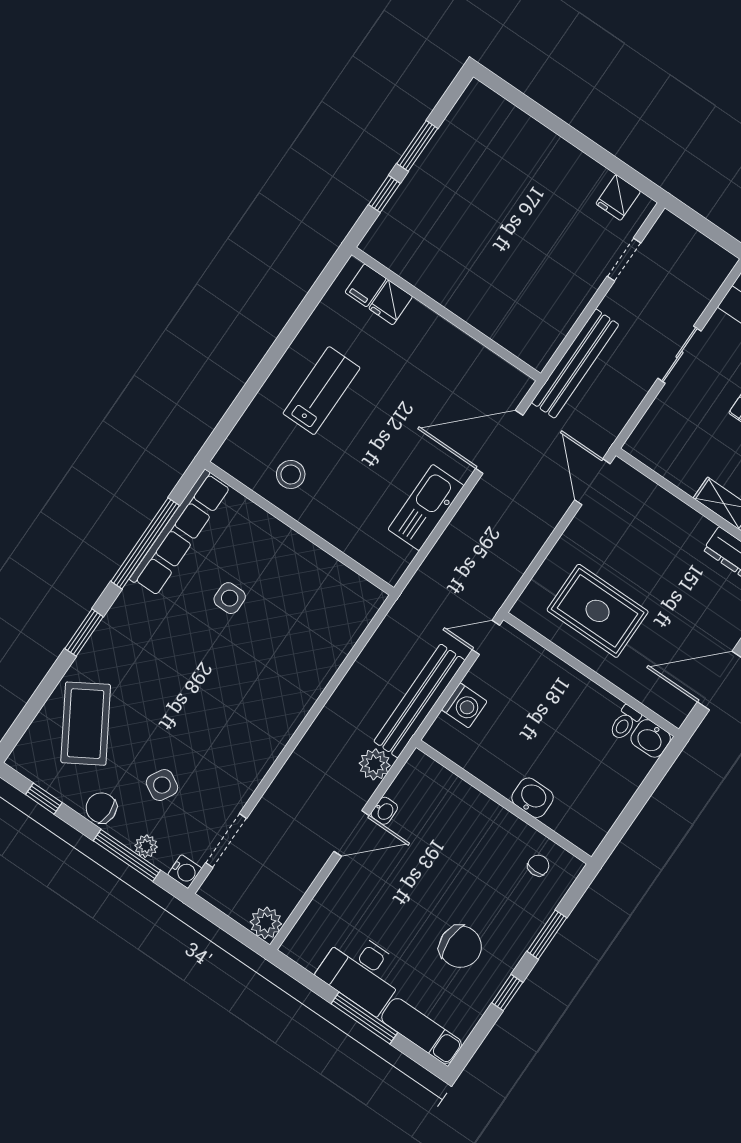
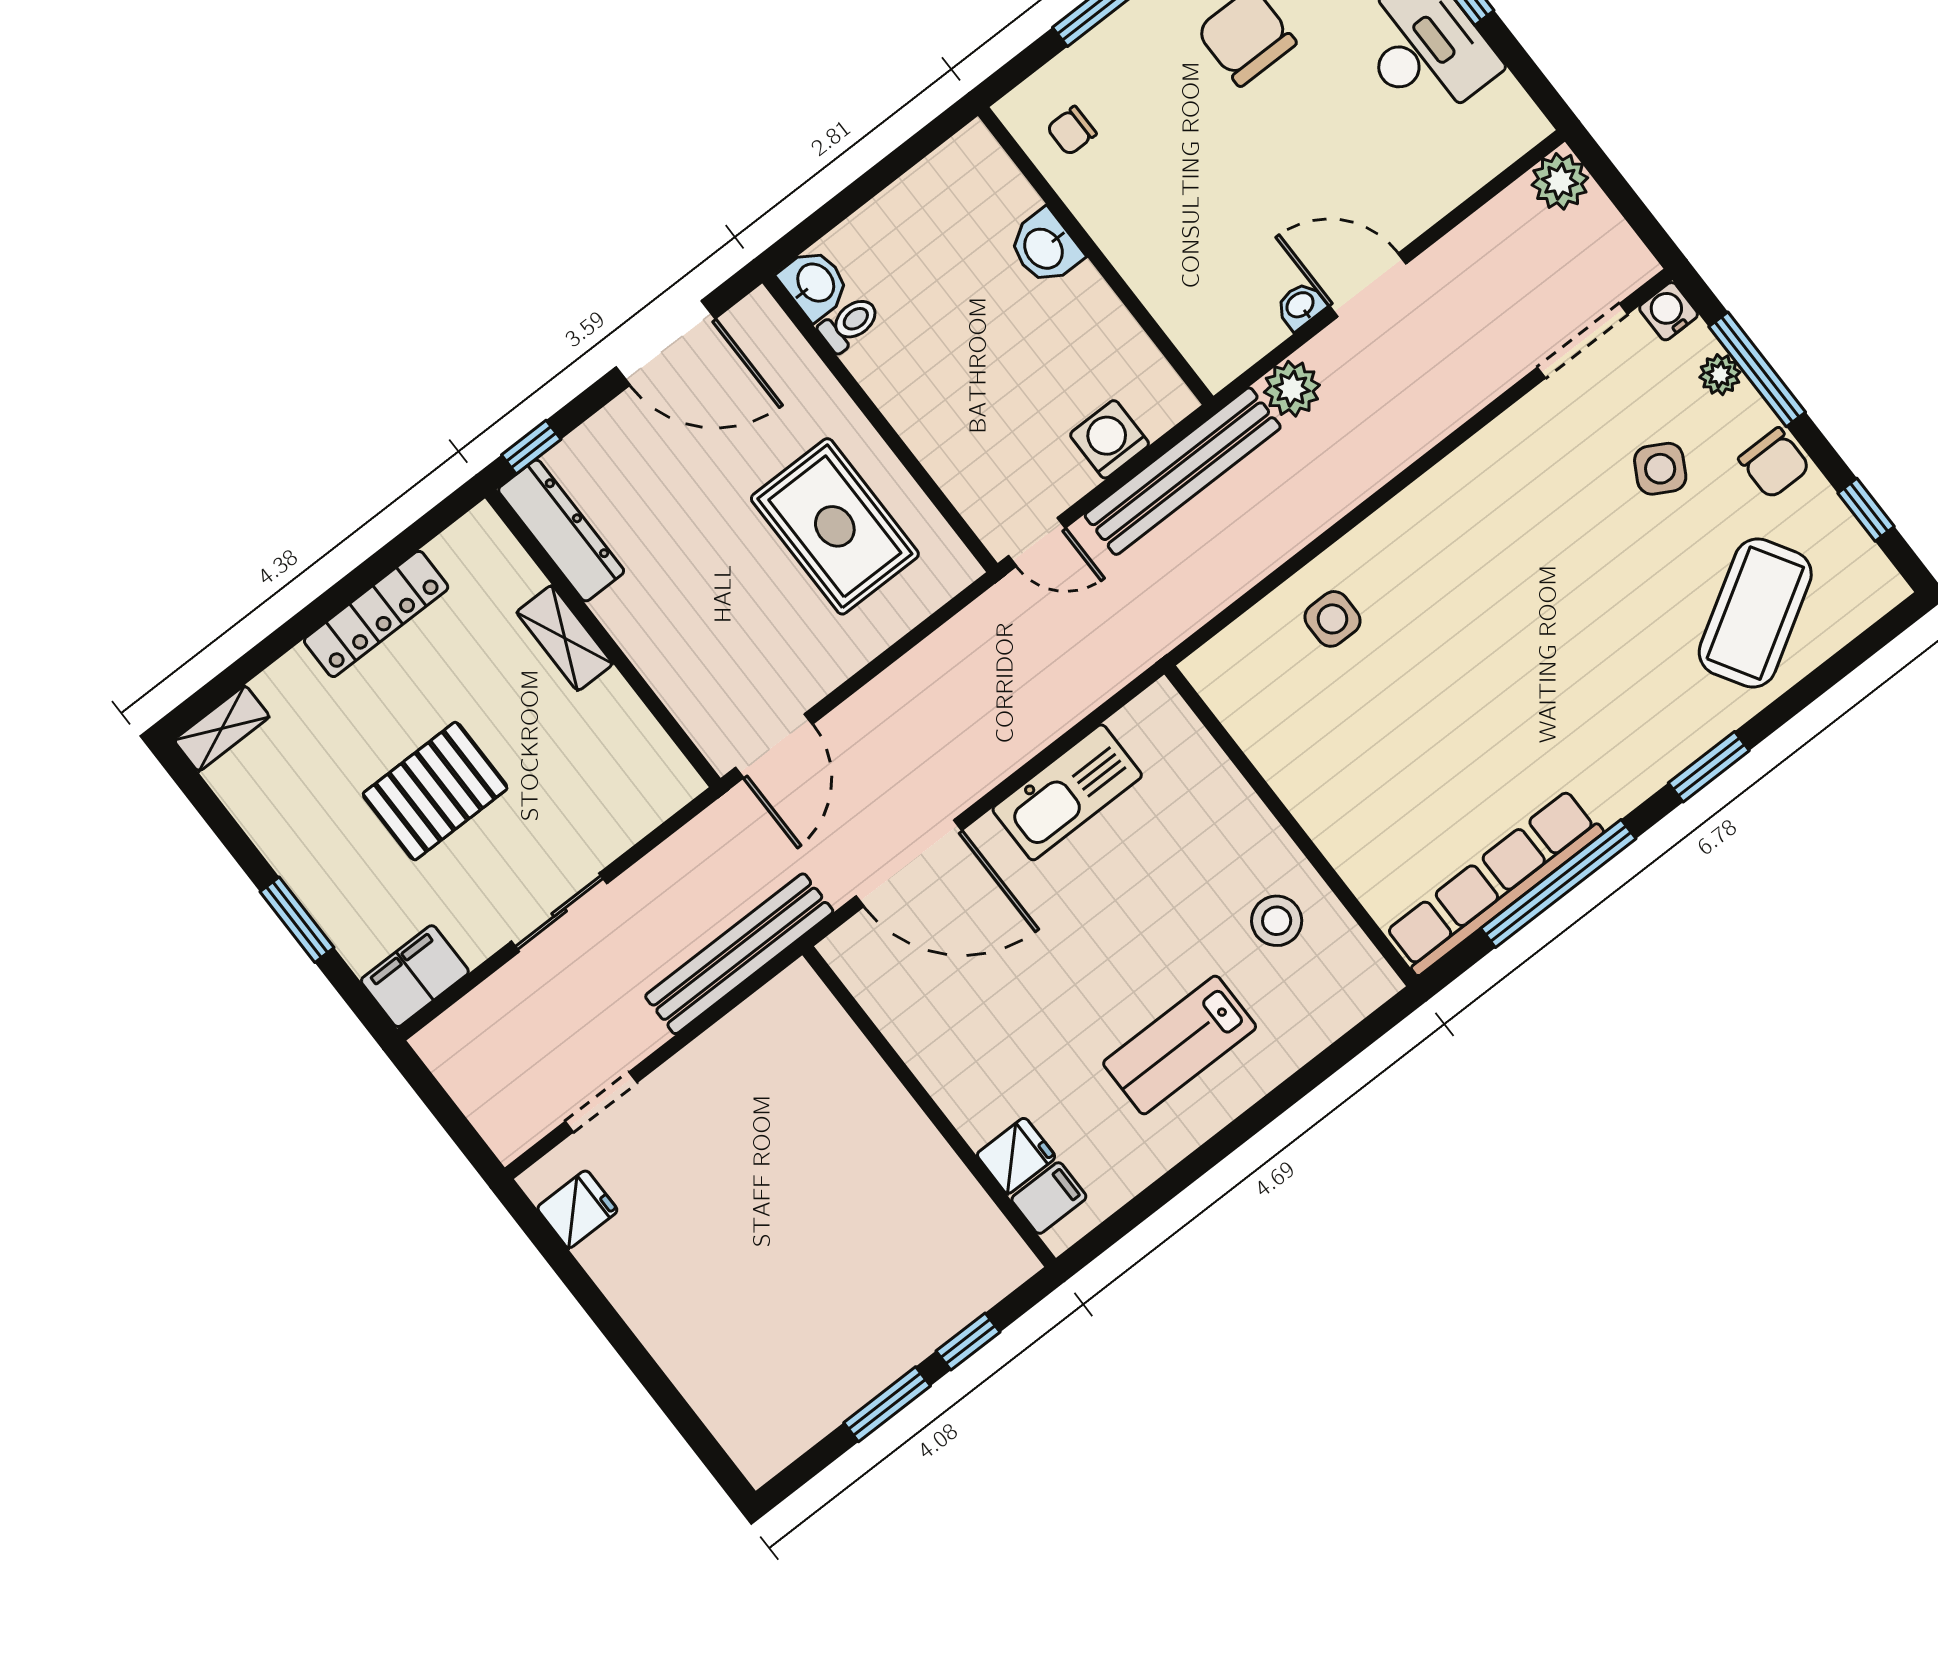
side table: (230, 598) -> (1332, 619), moved

